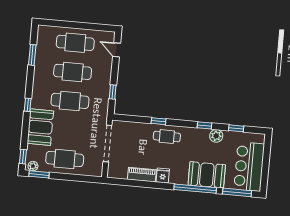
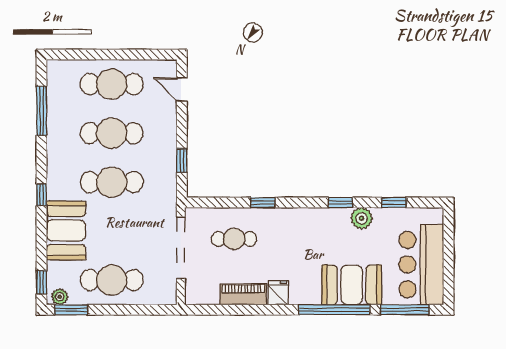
window: (32, 55) -> (42, 111), width x1.44
cafe table: (167, 137) -> (234, 239), moved

